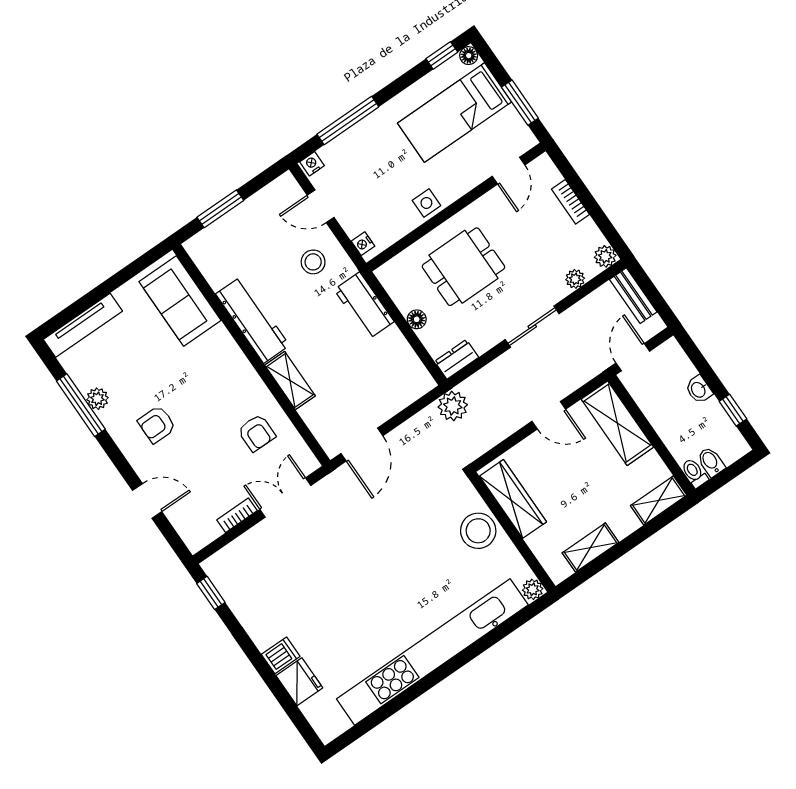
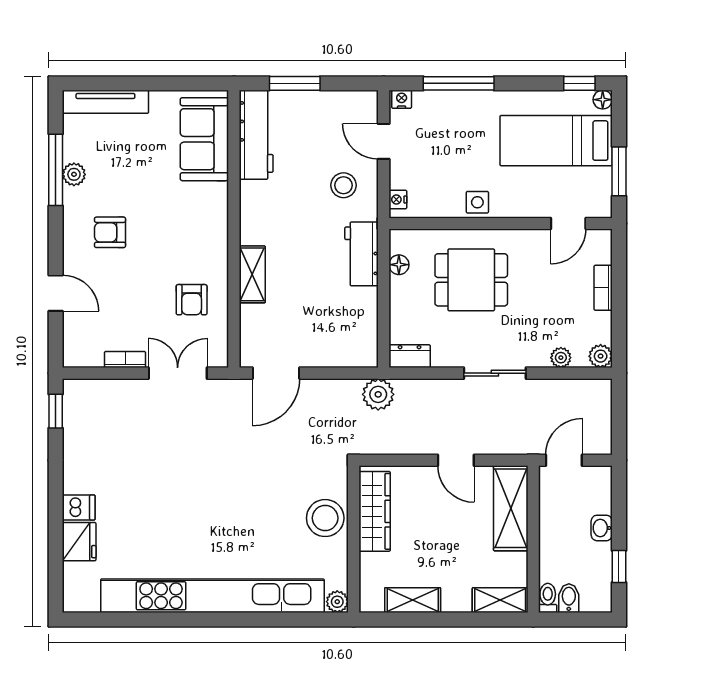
bench: (633, 296) -> (601, 407), removed
floor lamp: (417, 319) -> (399, 265), moved
workbench: (253, 320) -> (256, 135), moved

